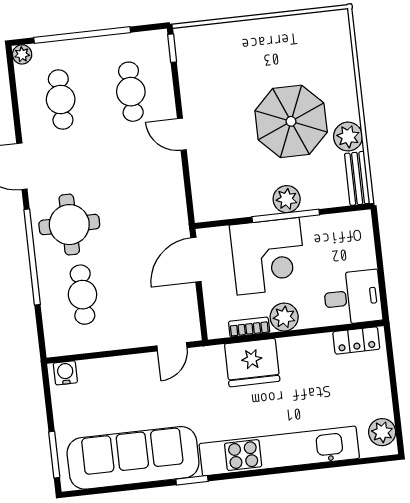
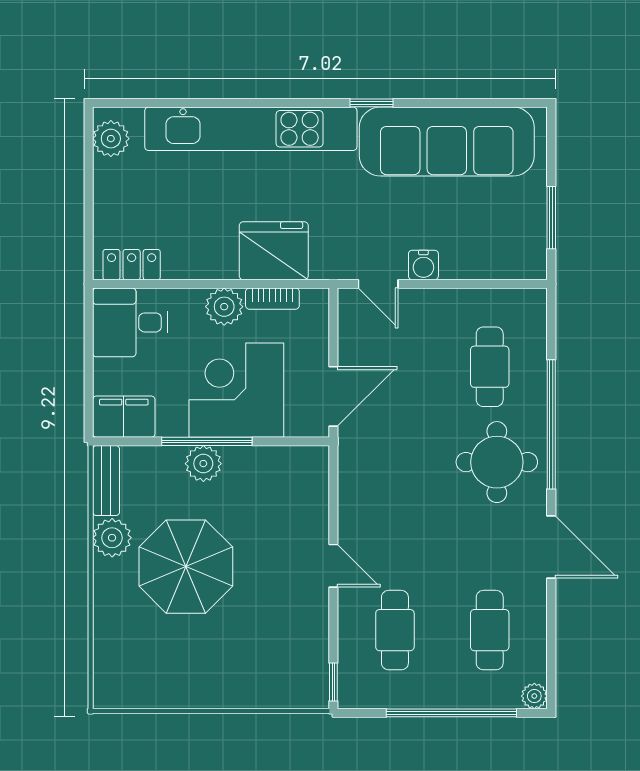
filing cabinet: (349, 227) -> (124, 417), added
door: (172, 347) -> (378, 284), swing flipped
water cooler: (65, 373) -> (423, 265), moved
window: (54, 455) -> (551, 218), moved

